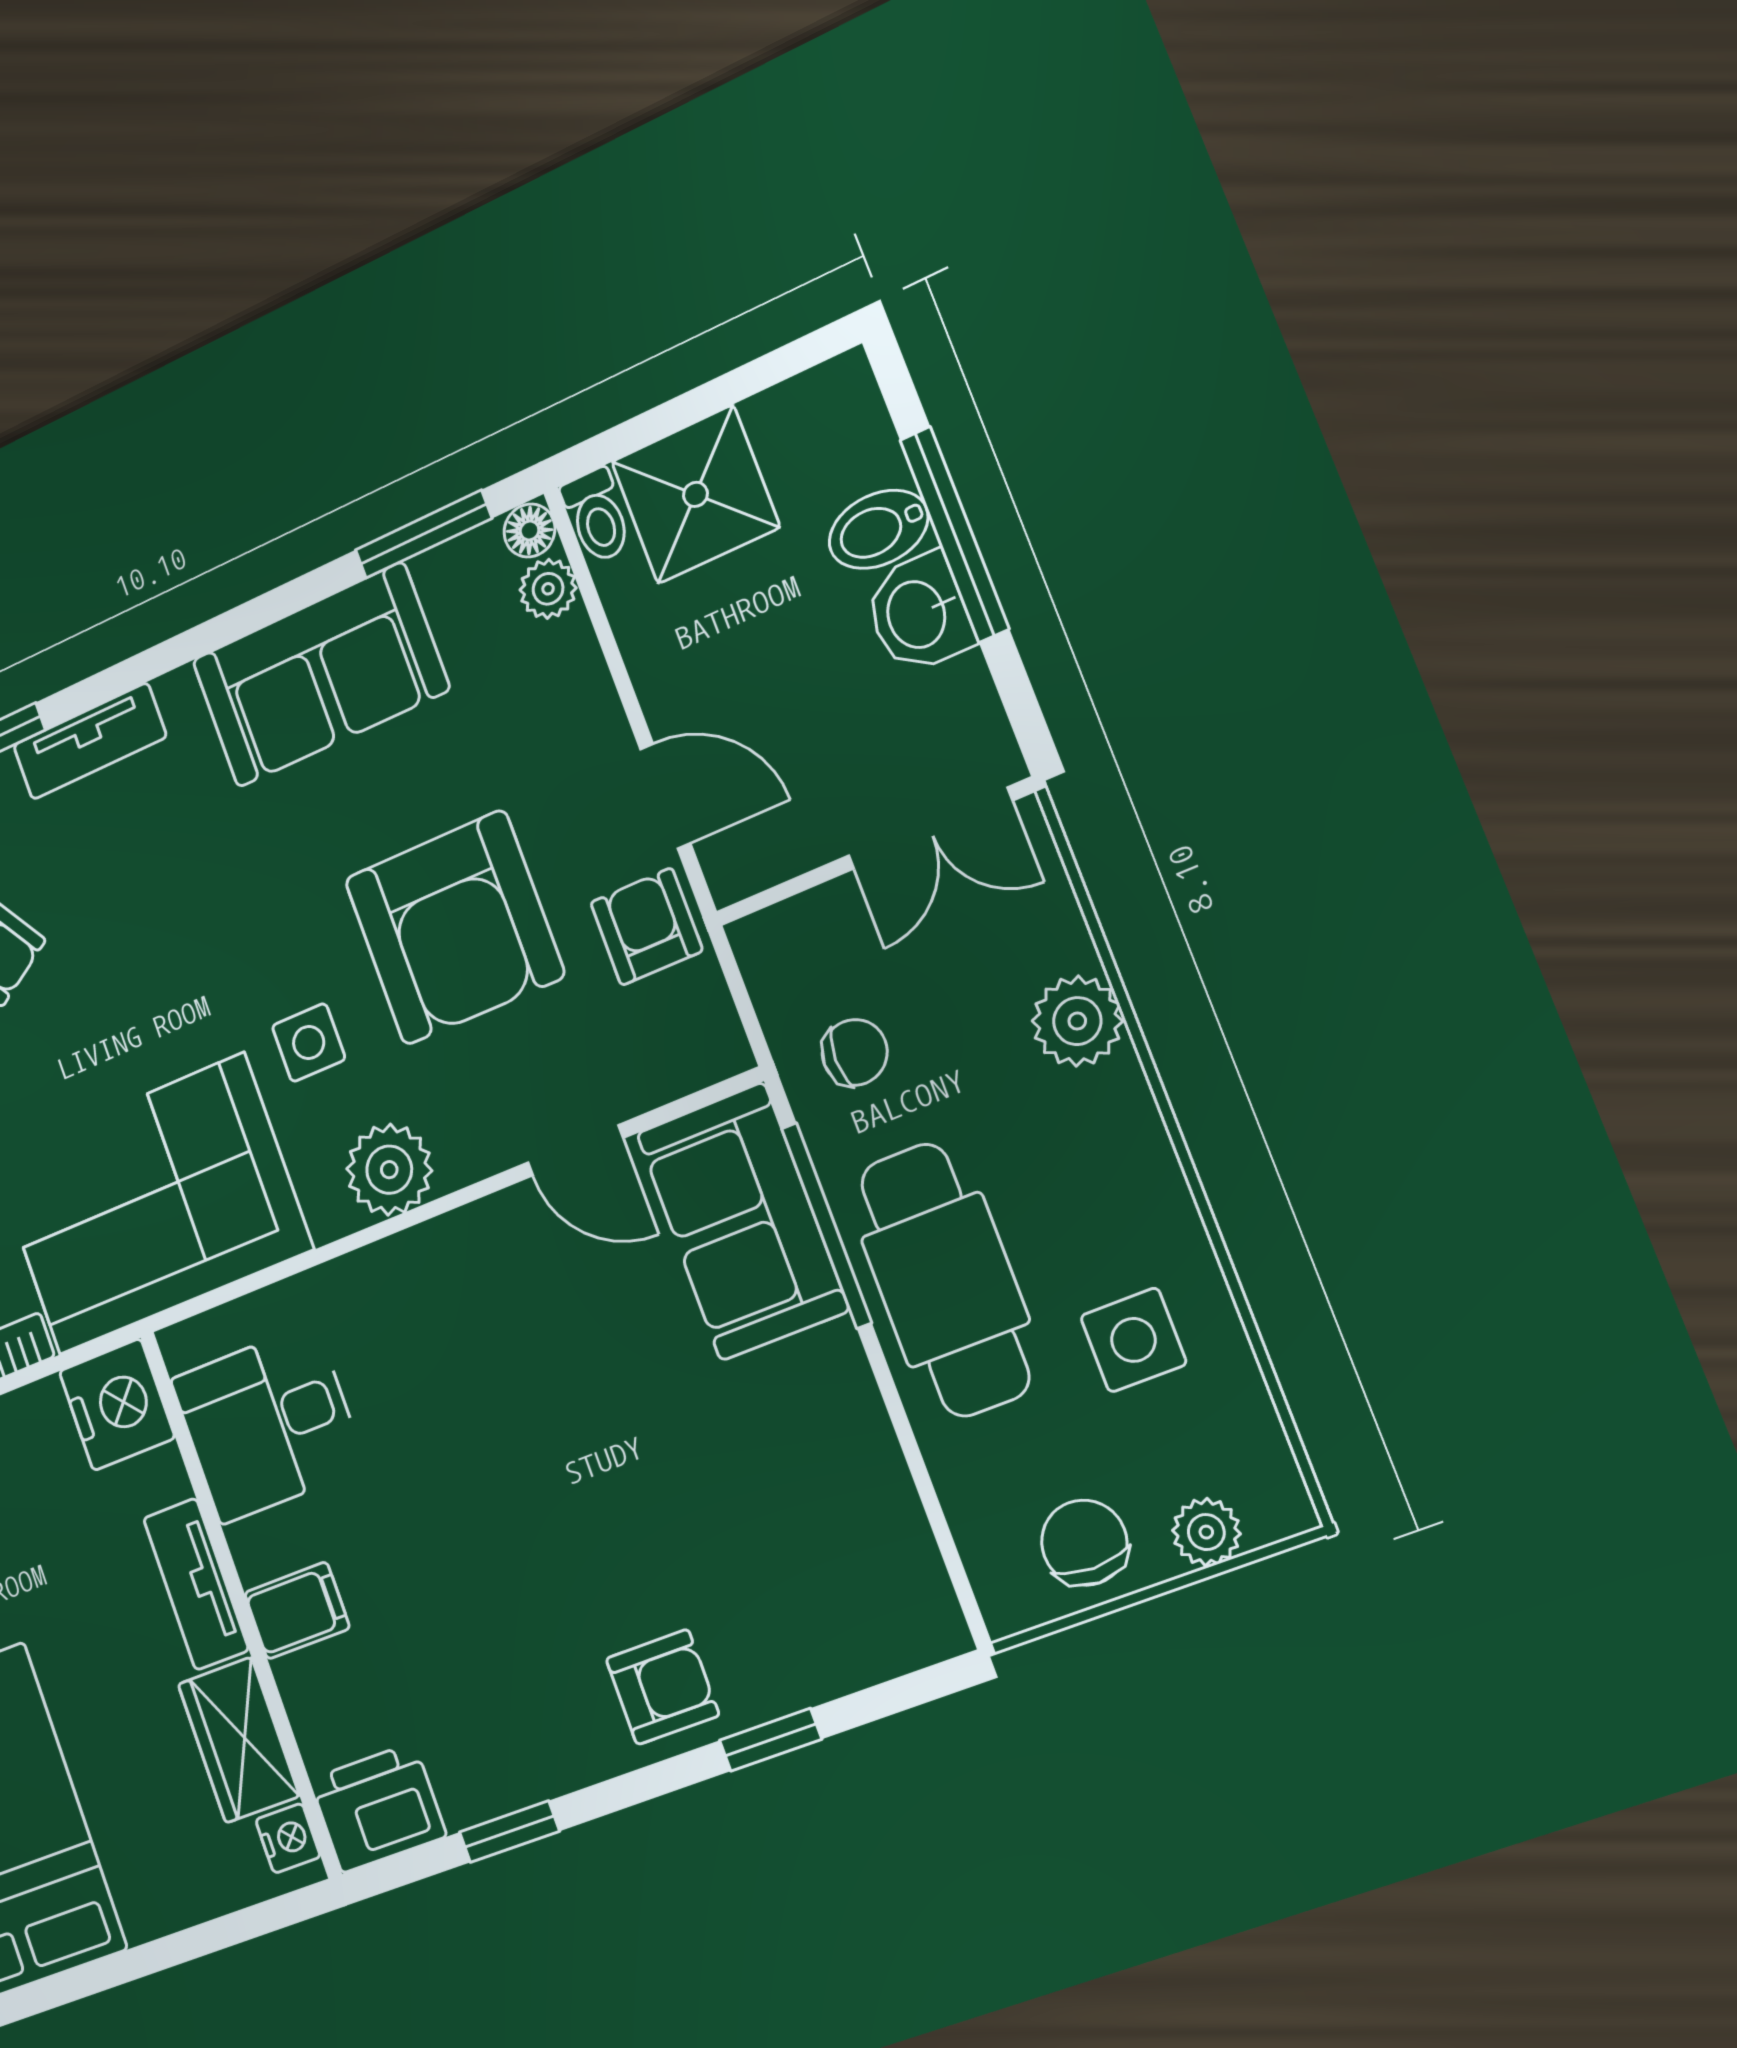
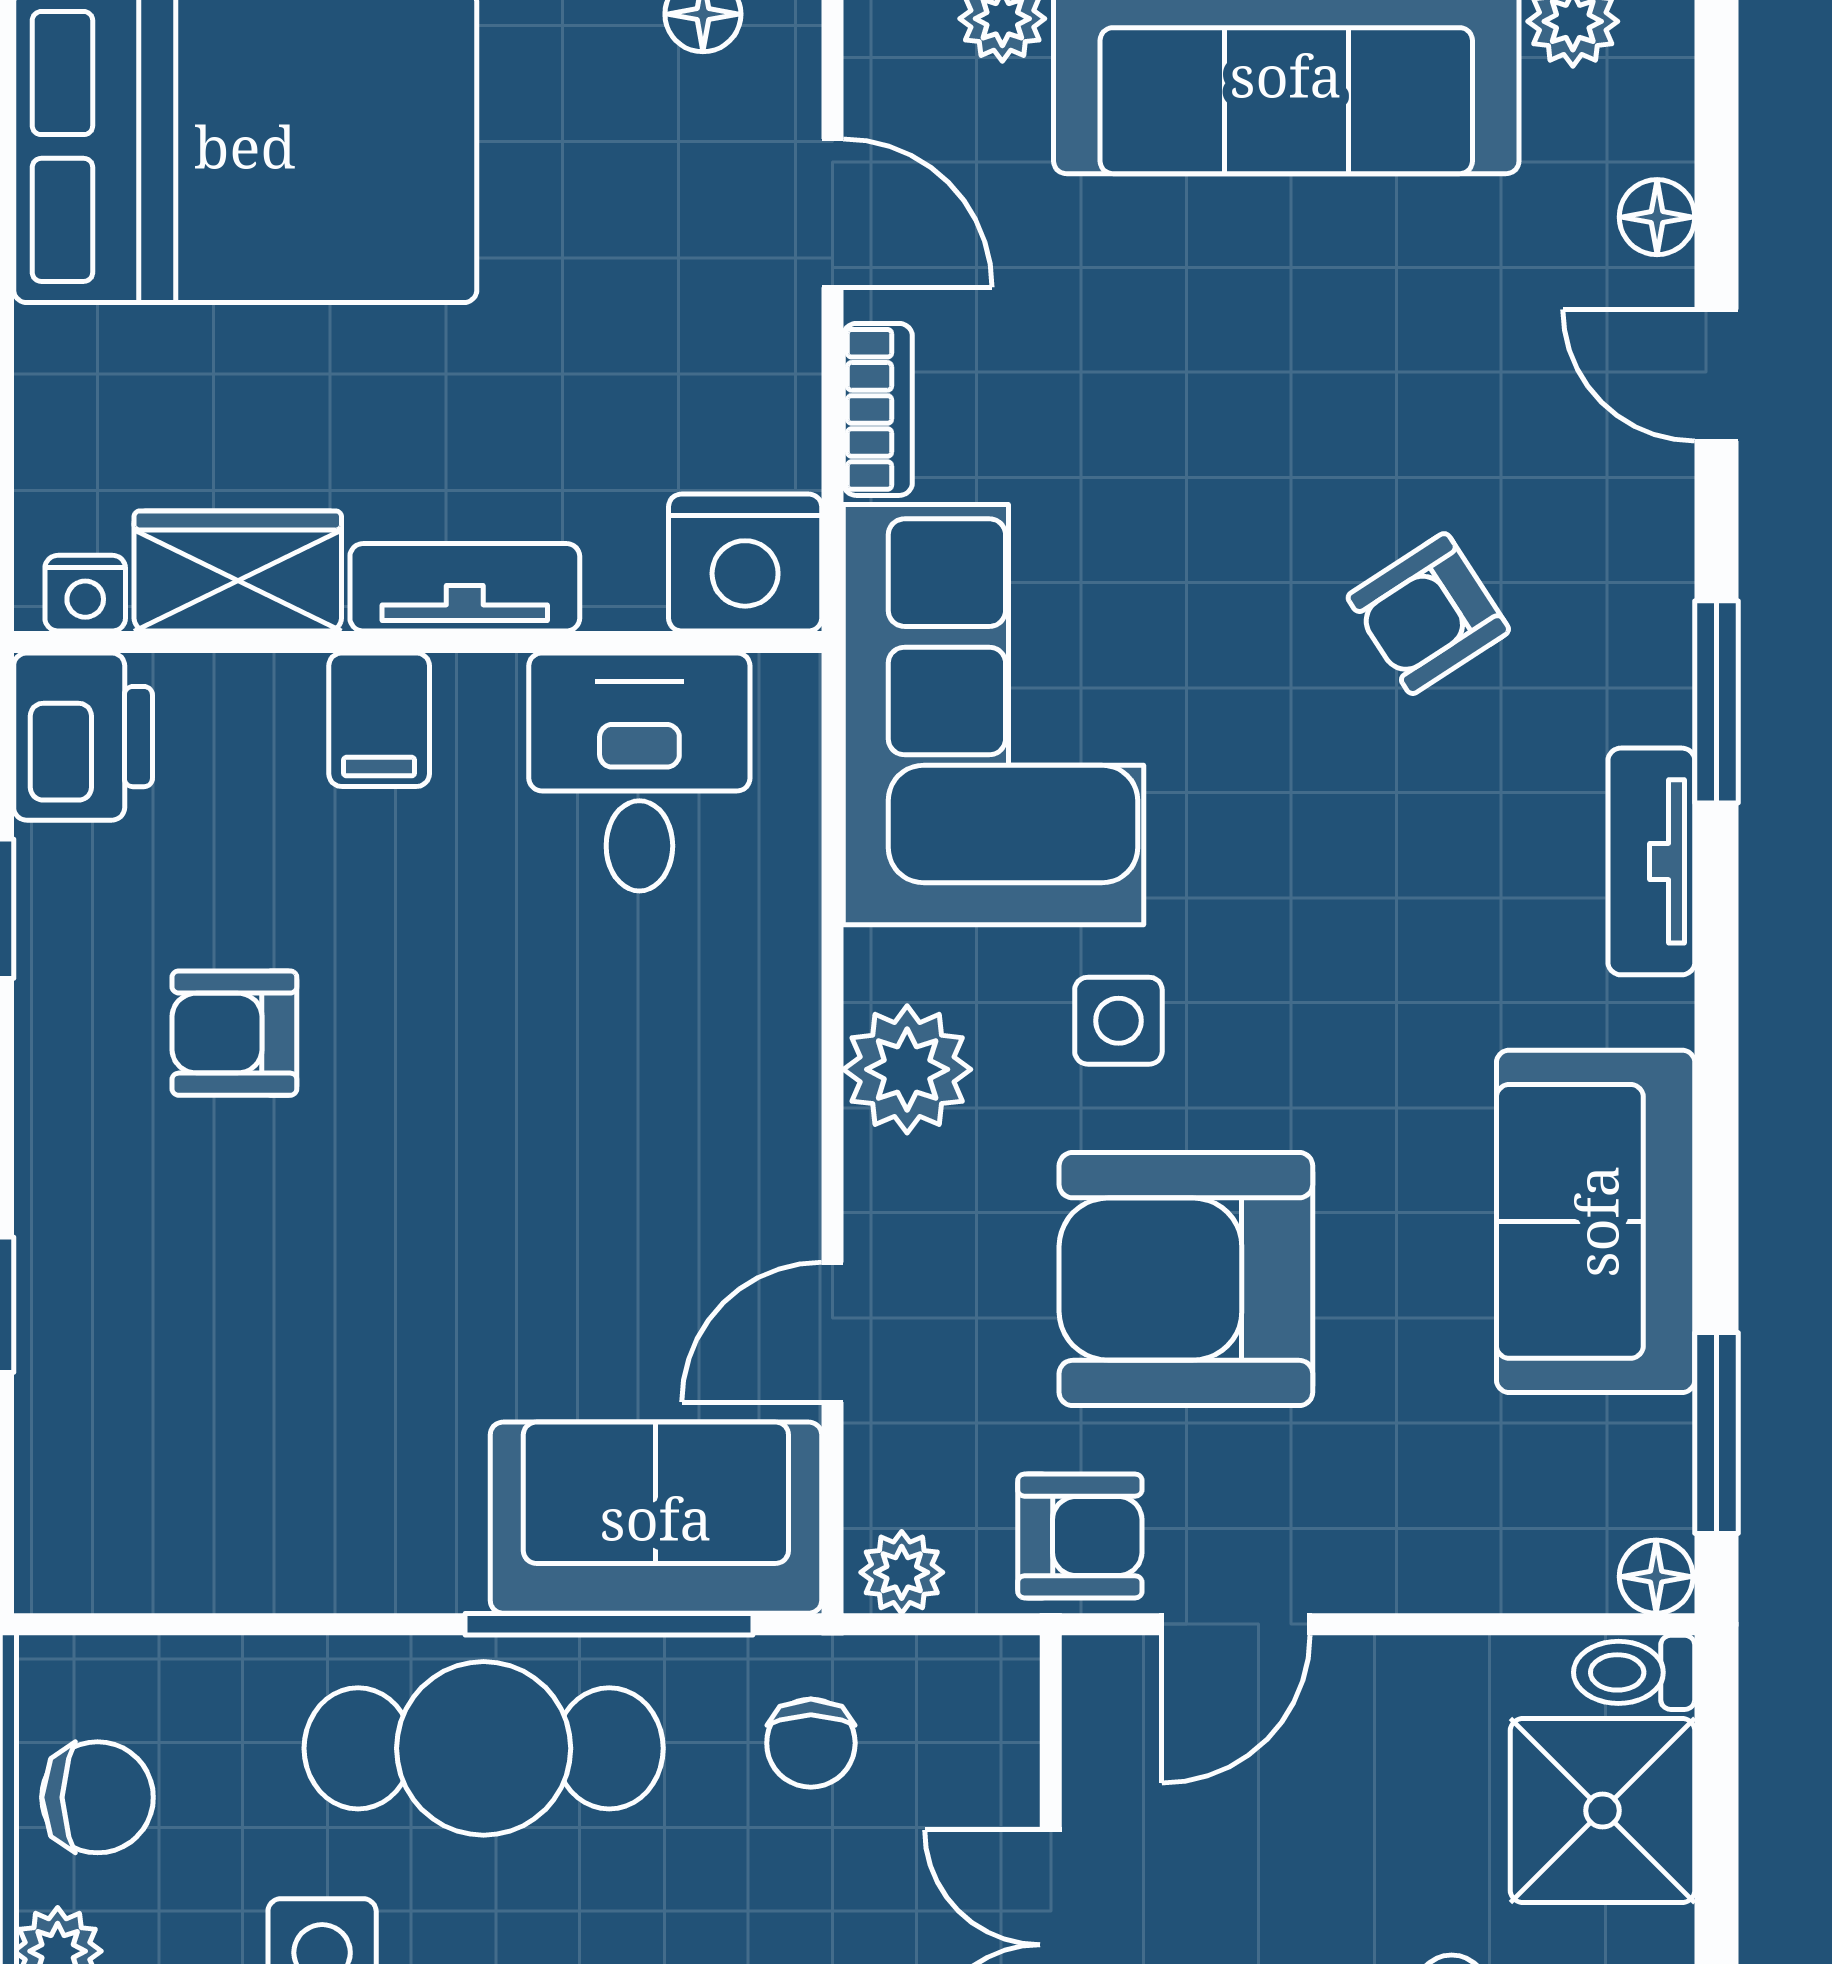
plant: (548, 589) -> (902, 1572), moved
armchair: (662, 1687) -> (234, 1033), moved, turned 90

